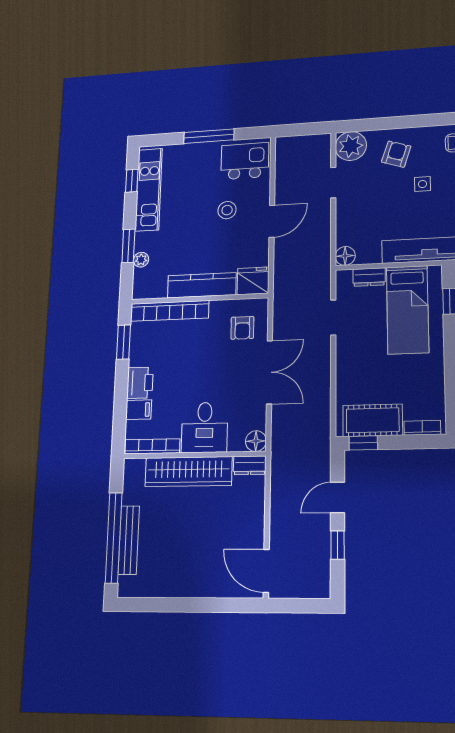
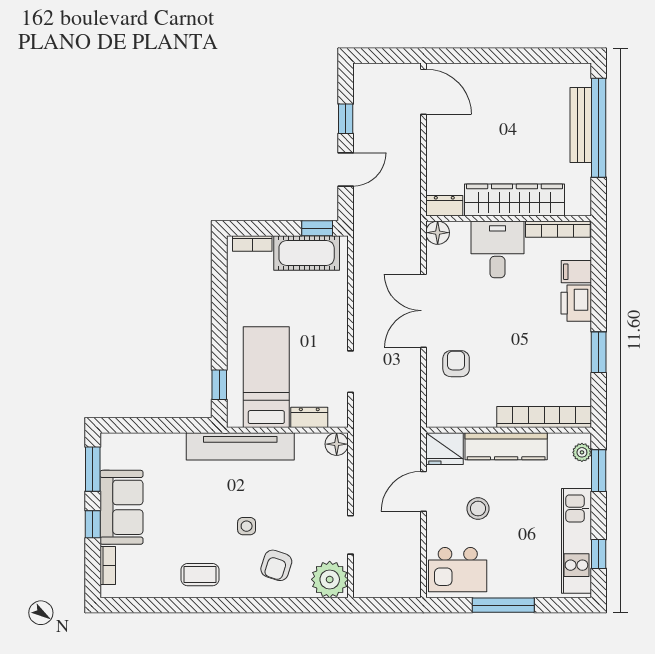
fridge: (253, 281) -> (445, 449), moved
kitchen counter: (202, 285) -> (506, 446), moved
wall: (199, 299) -> (509, 430), moved
bookcase: (170, 311) -> (544, 417), moved

